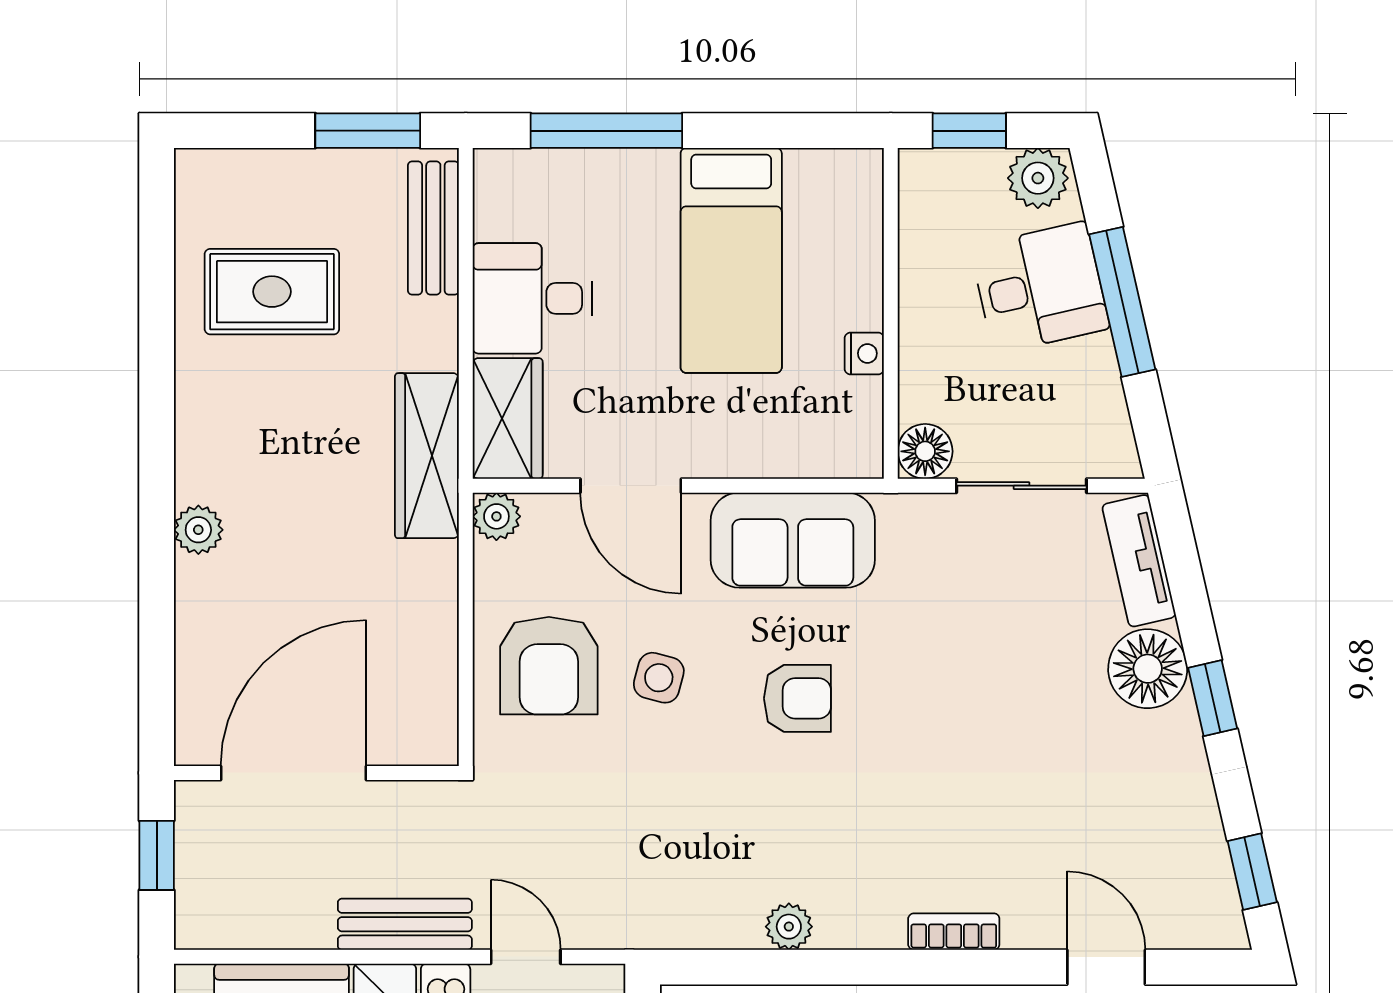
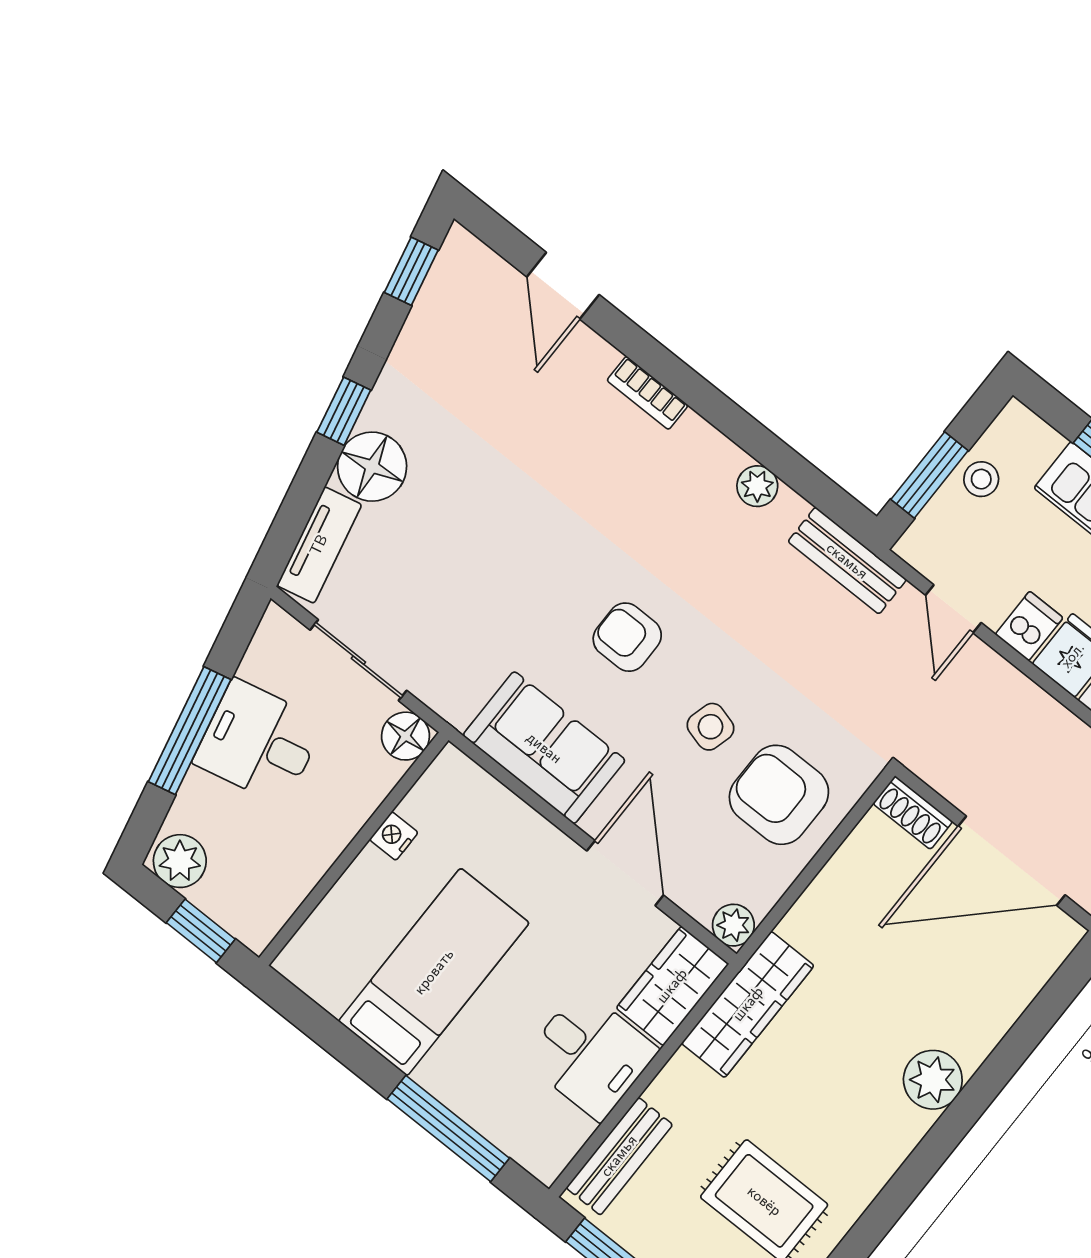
desk: (1040, 288) -> (259, 742), moved
plant: (198, 530) -> (933, 1080), width x1.38, depth x1.38
armchair: (549, 666) -> (779, 795), turned -90
shoe rack: (416, 745) -> (913, 813), added
bench: (405, 924) -> (847, 561), moved

